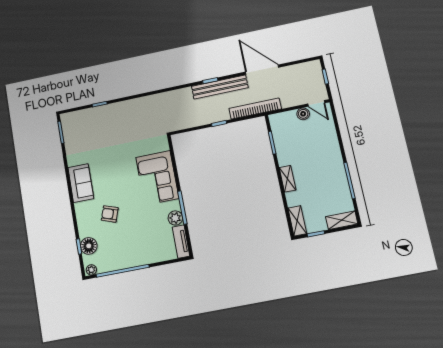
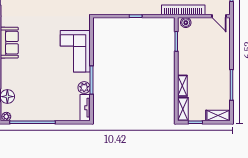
bookcase: (255, 109) -> (183, 10), moved
boiler: (303, 114) -> (186, 23), moved
shelving: (288, 179) -> (182, 86), moved
armchair: (110, 214) -> (30, 73), removed

